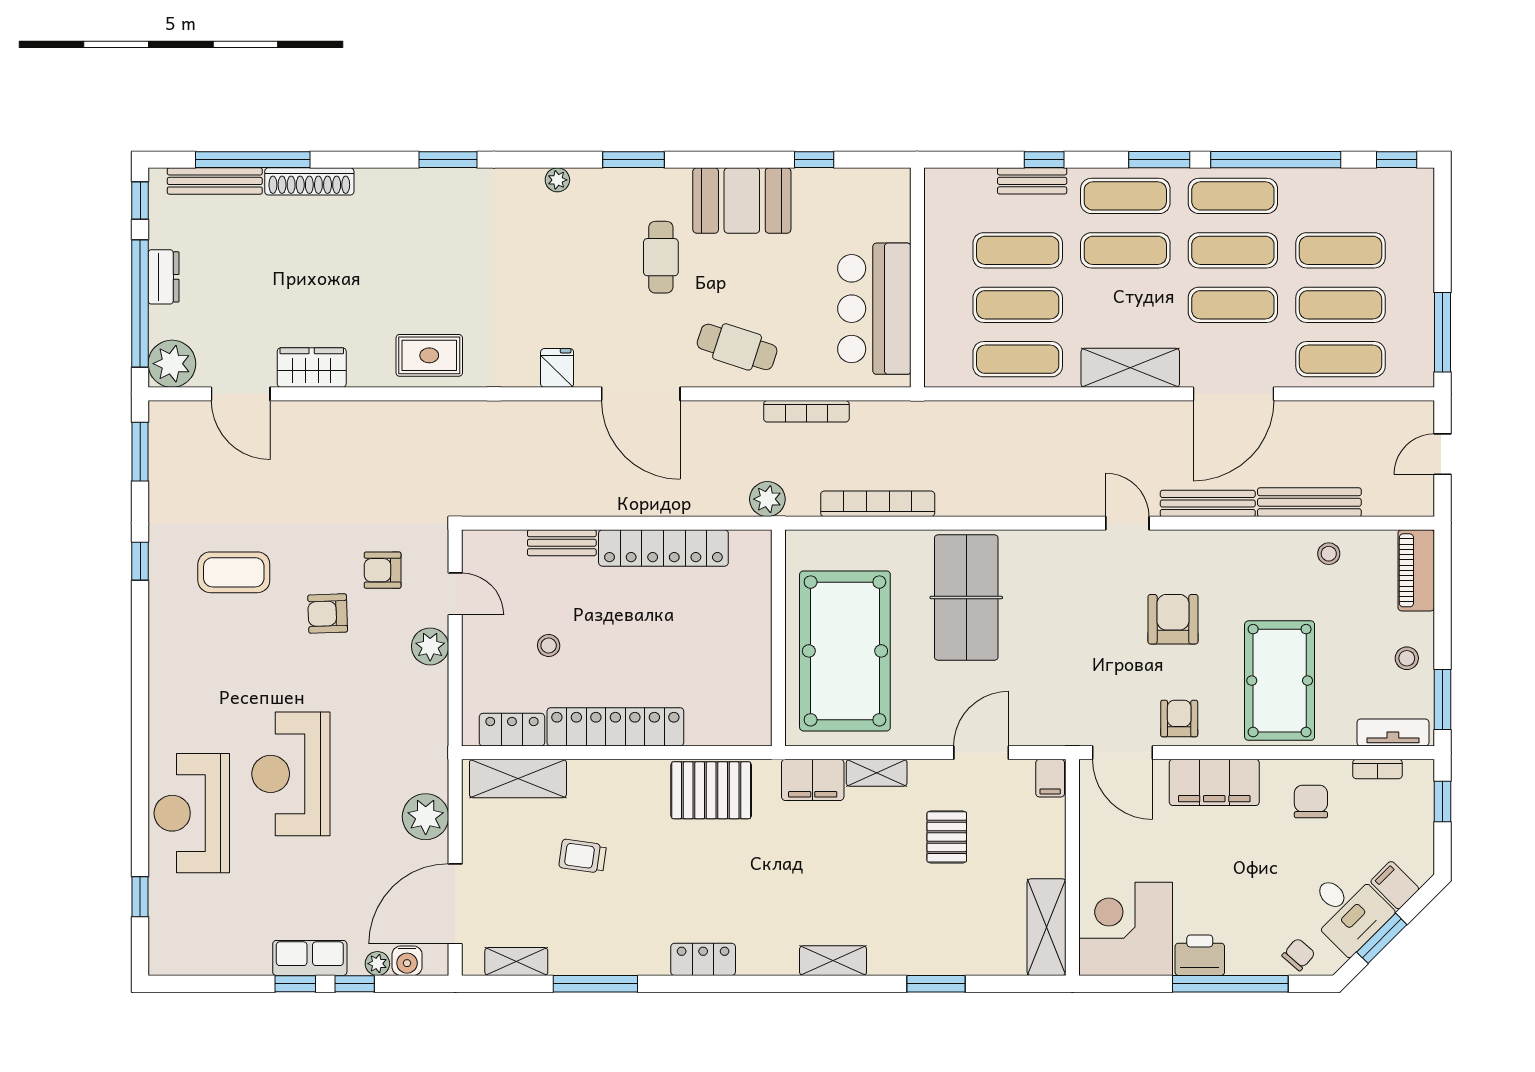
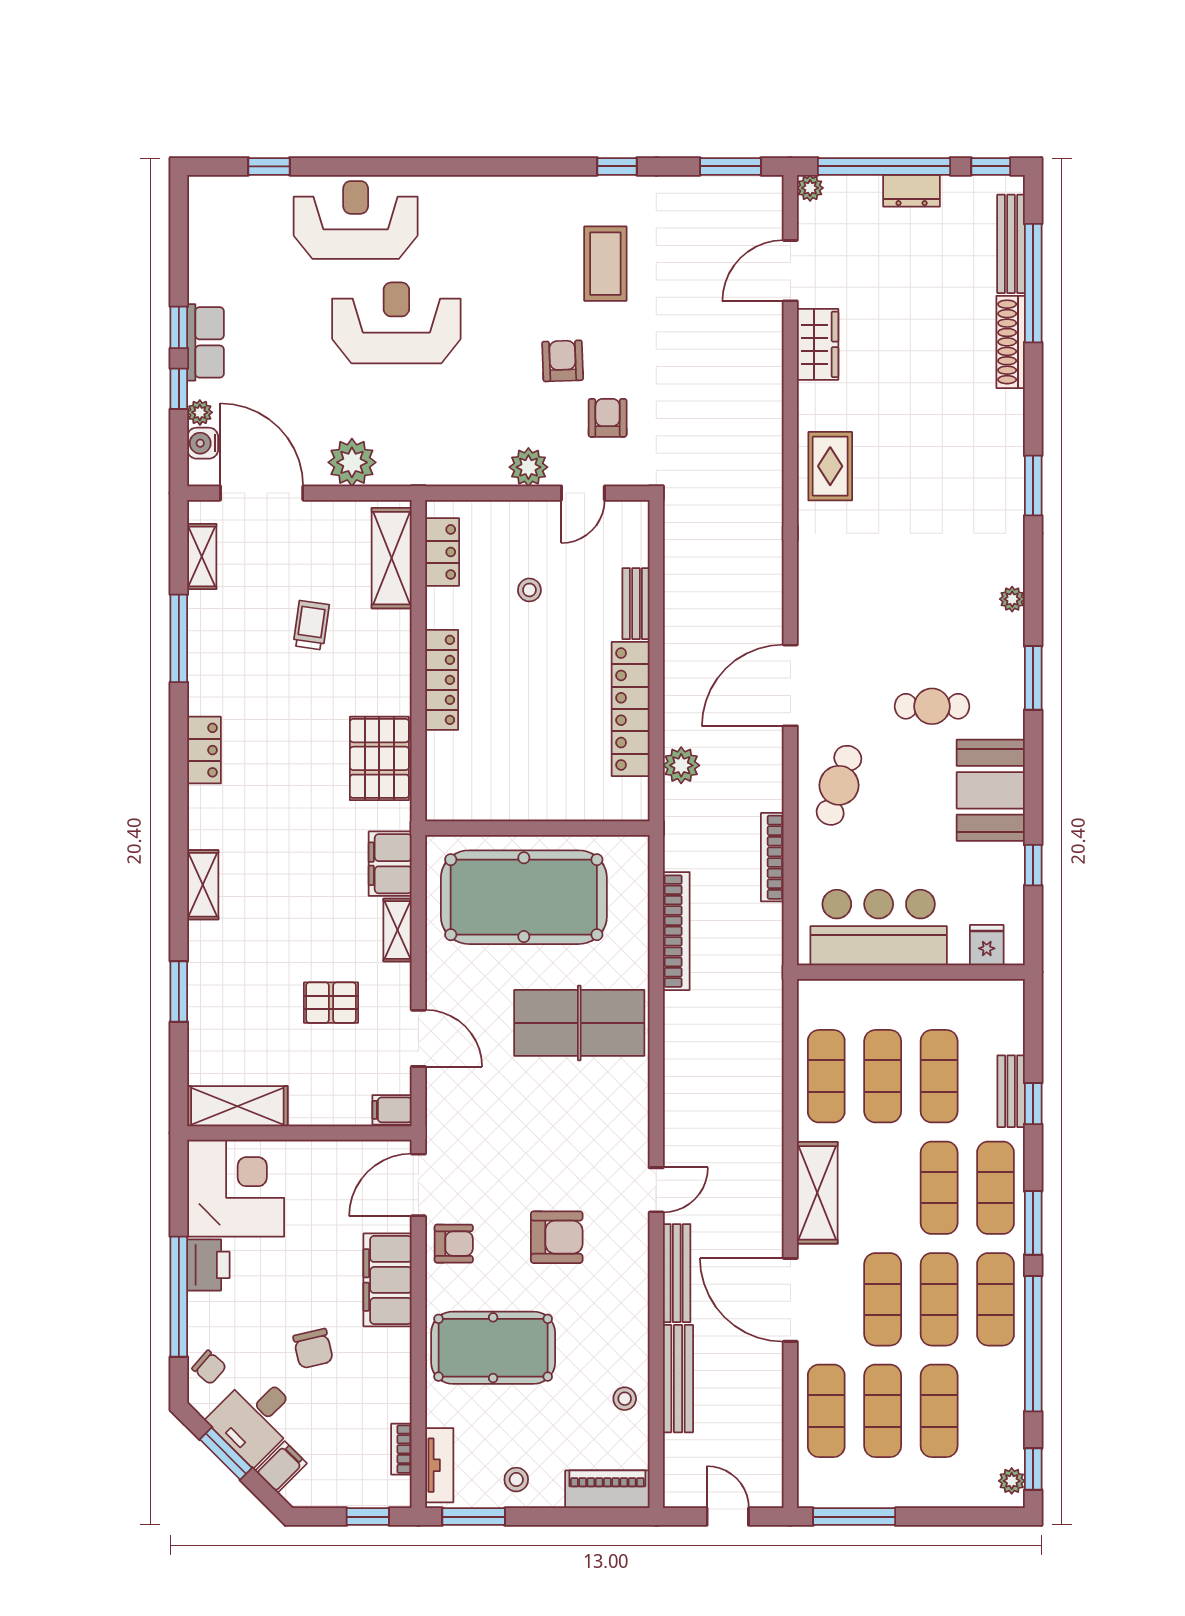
plant: (1408, 180) -> (1012, 1481), added
plant: (172, 364) -> (810, 188), width x0.53, depth x0.53
fridge: (557, 368) -> (987, 945), moved, turned -90
plant: (767, 499) -> (681, 765), moved
locker: (615, 727) -> (442, 680), width x0.71, depth x0.83
chair: (1311, 802) -> (313, 1349), moved, turned 77

